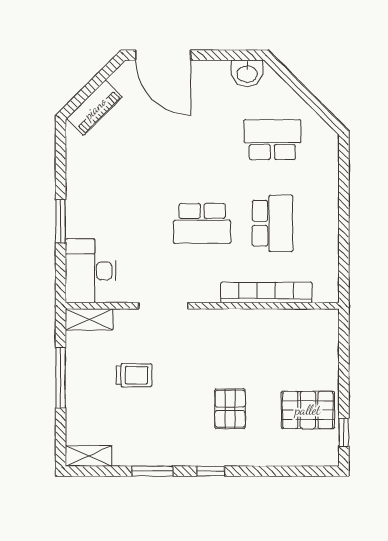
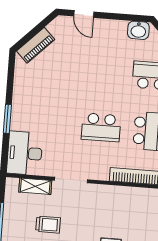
door: (163, 55) -> (84, 14), width x0.53
shelving: (89, 319) -> (35, 186), moved

